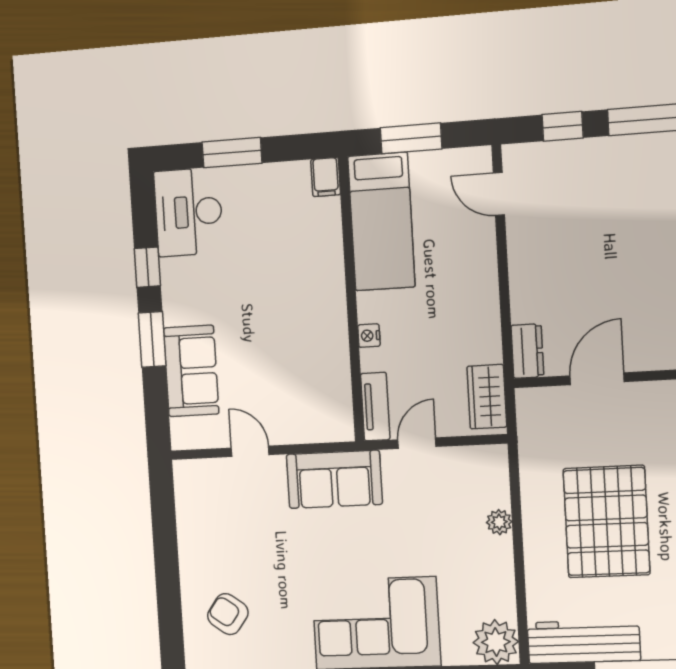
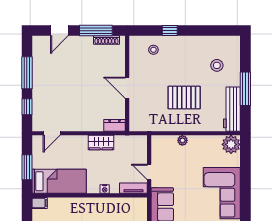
door: (597, 379) -> (127, 88), moved
wardrobe: (487, 397) -> (101, 143), moved
pallet: (606, 522) -> (184, 98), width x0.73, depth x0.71

